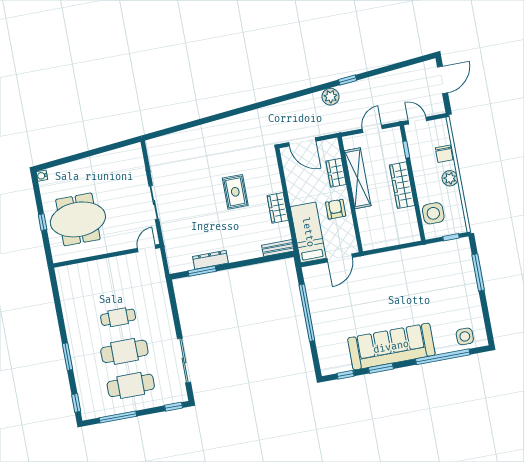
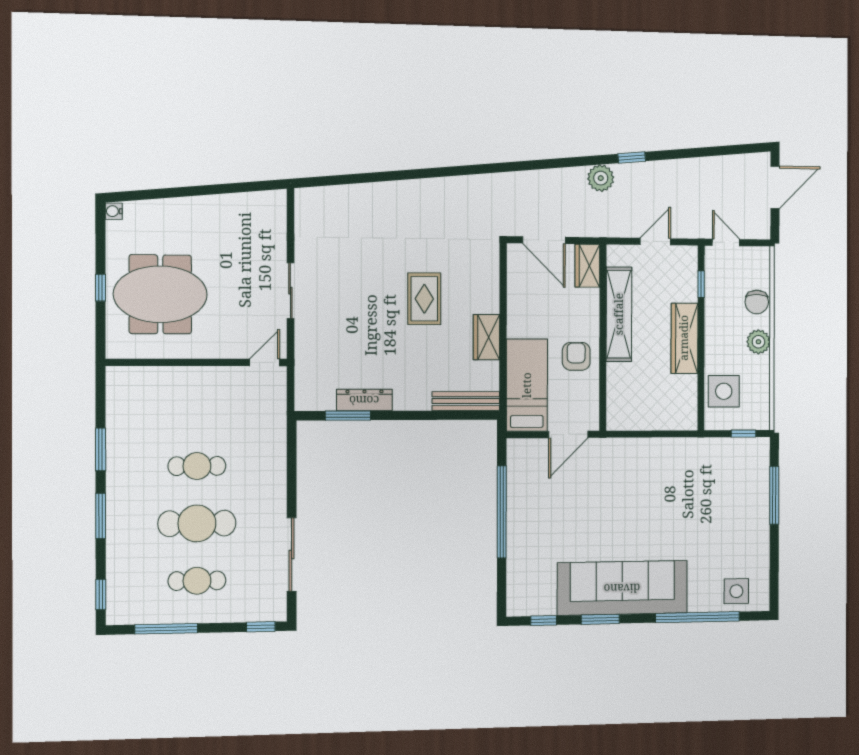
wardrobe: (336, 173) -> (587, 266), moved
bench: (278, 248) -> (466, 401), width x1.36
window: (60, 317) -> (101, 449), added
cafe table: (131, 385) -> (197, 581), width x0.73, depth x0.74

